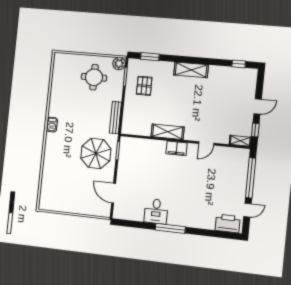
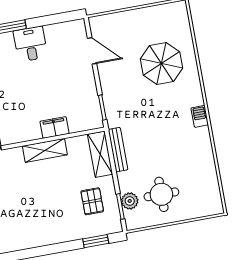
plant: (119, 64) -> (130, 201), moved
shelving: (191, 70) -> (100, 154), moved, turned 90
filing cabinet: (177, 148) -> (54, 127), moved
parasol: (96, 153) -> (161, 63), moved

